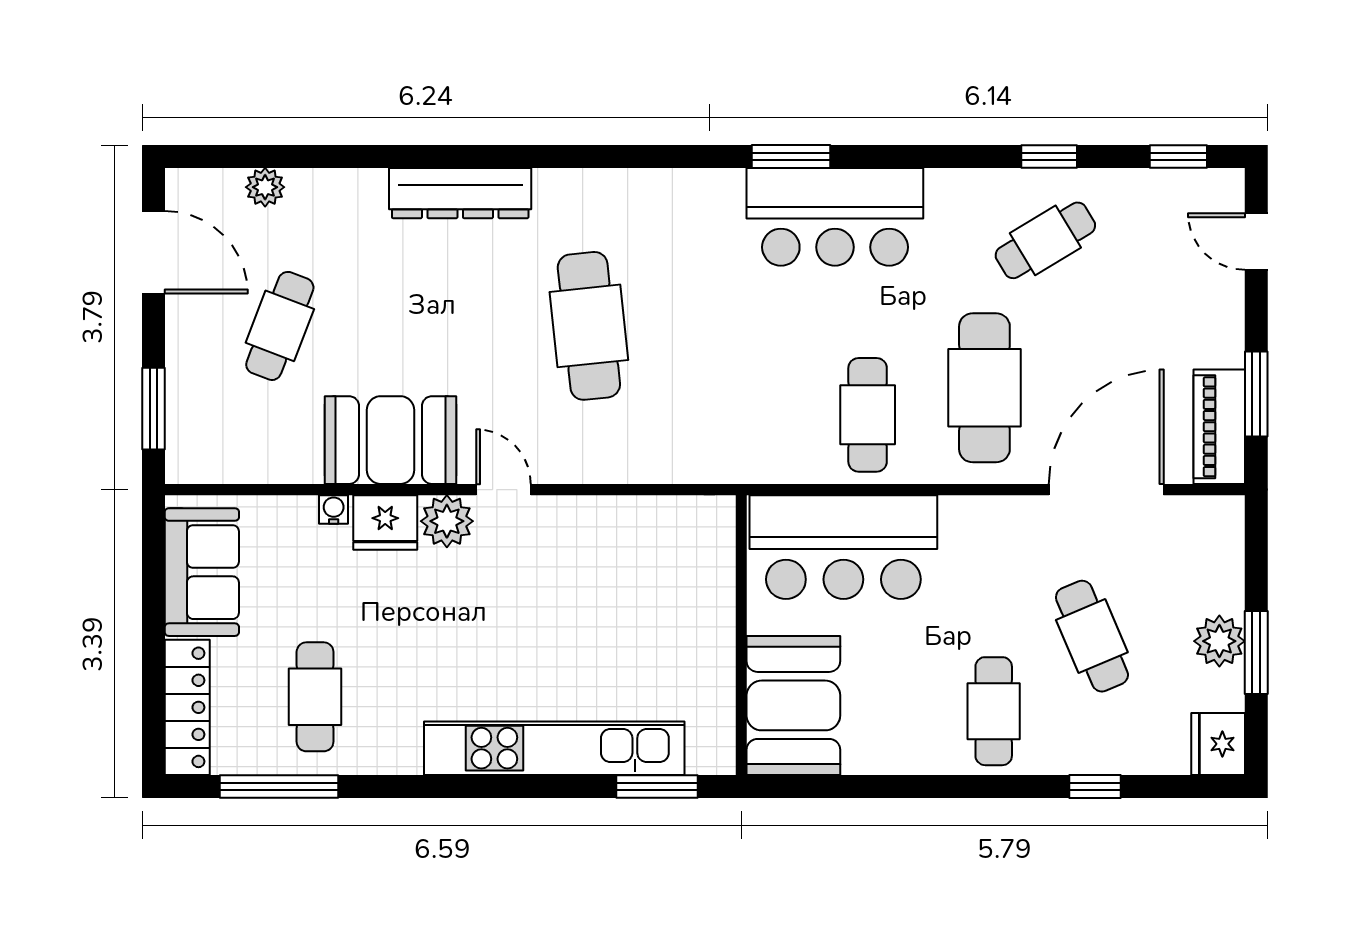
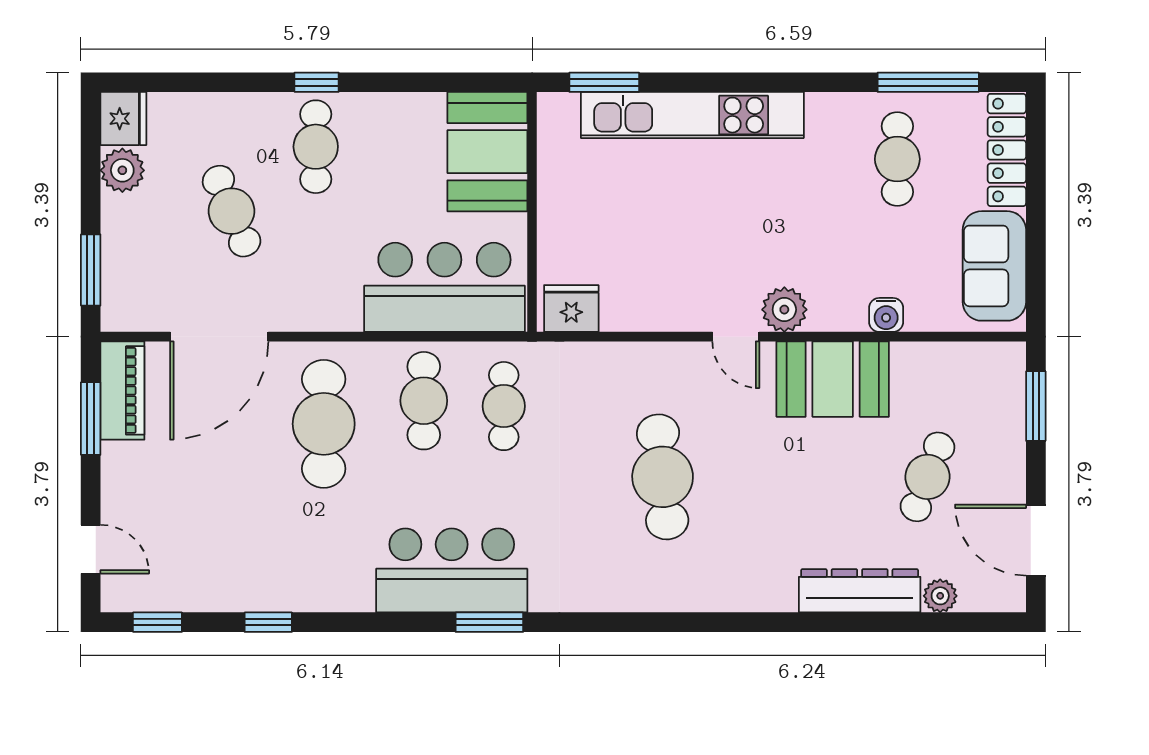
dresser: (460, 193) -> (860, 591), moved
cafe table: (1045, 240) -> (504, 406), moved, turned -59
water cooler: (334, 509) -> (886, 315), width x1.38, depth x1.38
fridge: (385, 522) -> (571, 308), moved
plant: (1219, 641) -> (122, 170), moved
window: (1256, 652) -> (91, 270), moved
window: (1095, 786) -> (317, 82), moved

